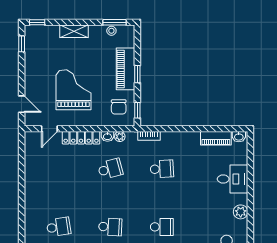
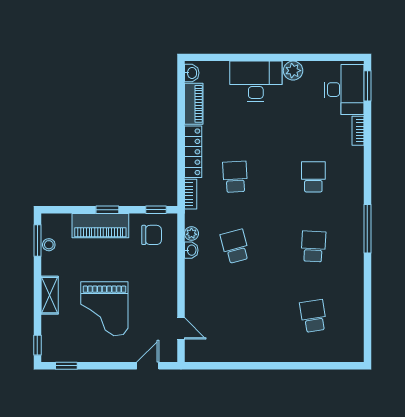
grand piano: (73, 90) -> (104, 309), moved, turned -90
locker: (81, 138) -> (193, 152), moved
desk: (233, 179) -> (256, 81), width x1.37

